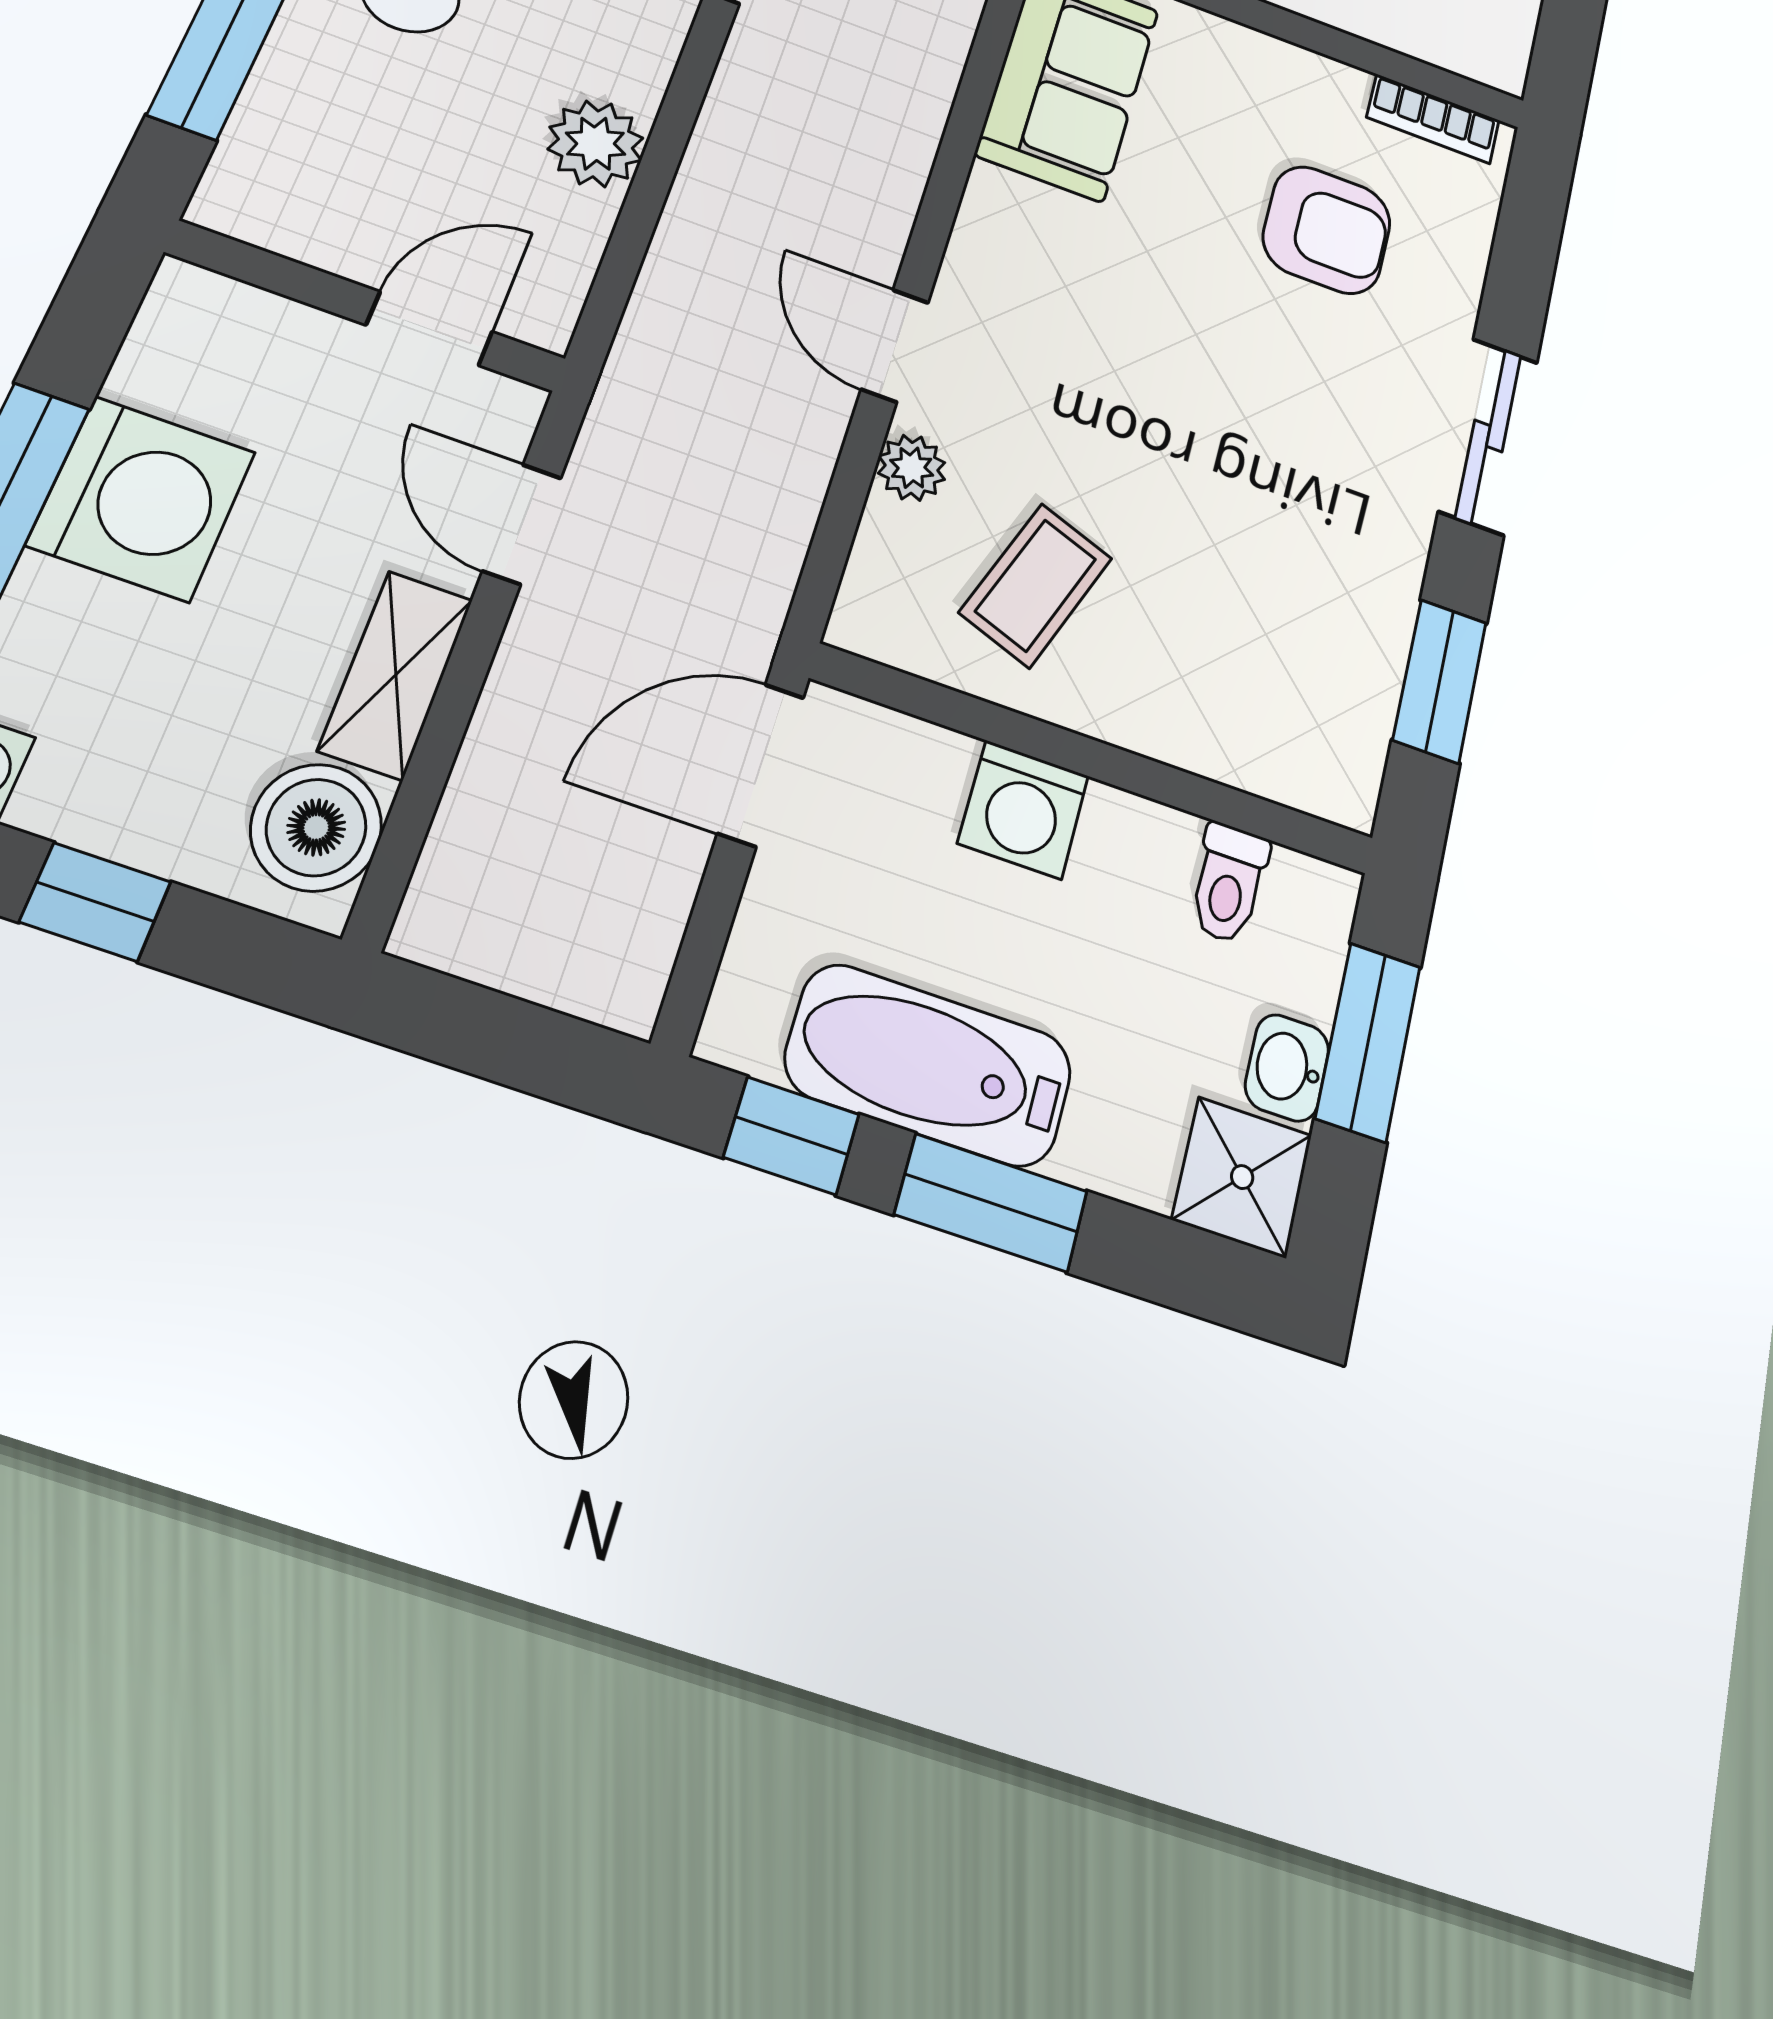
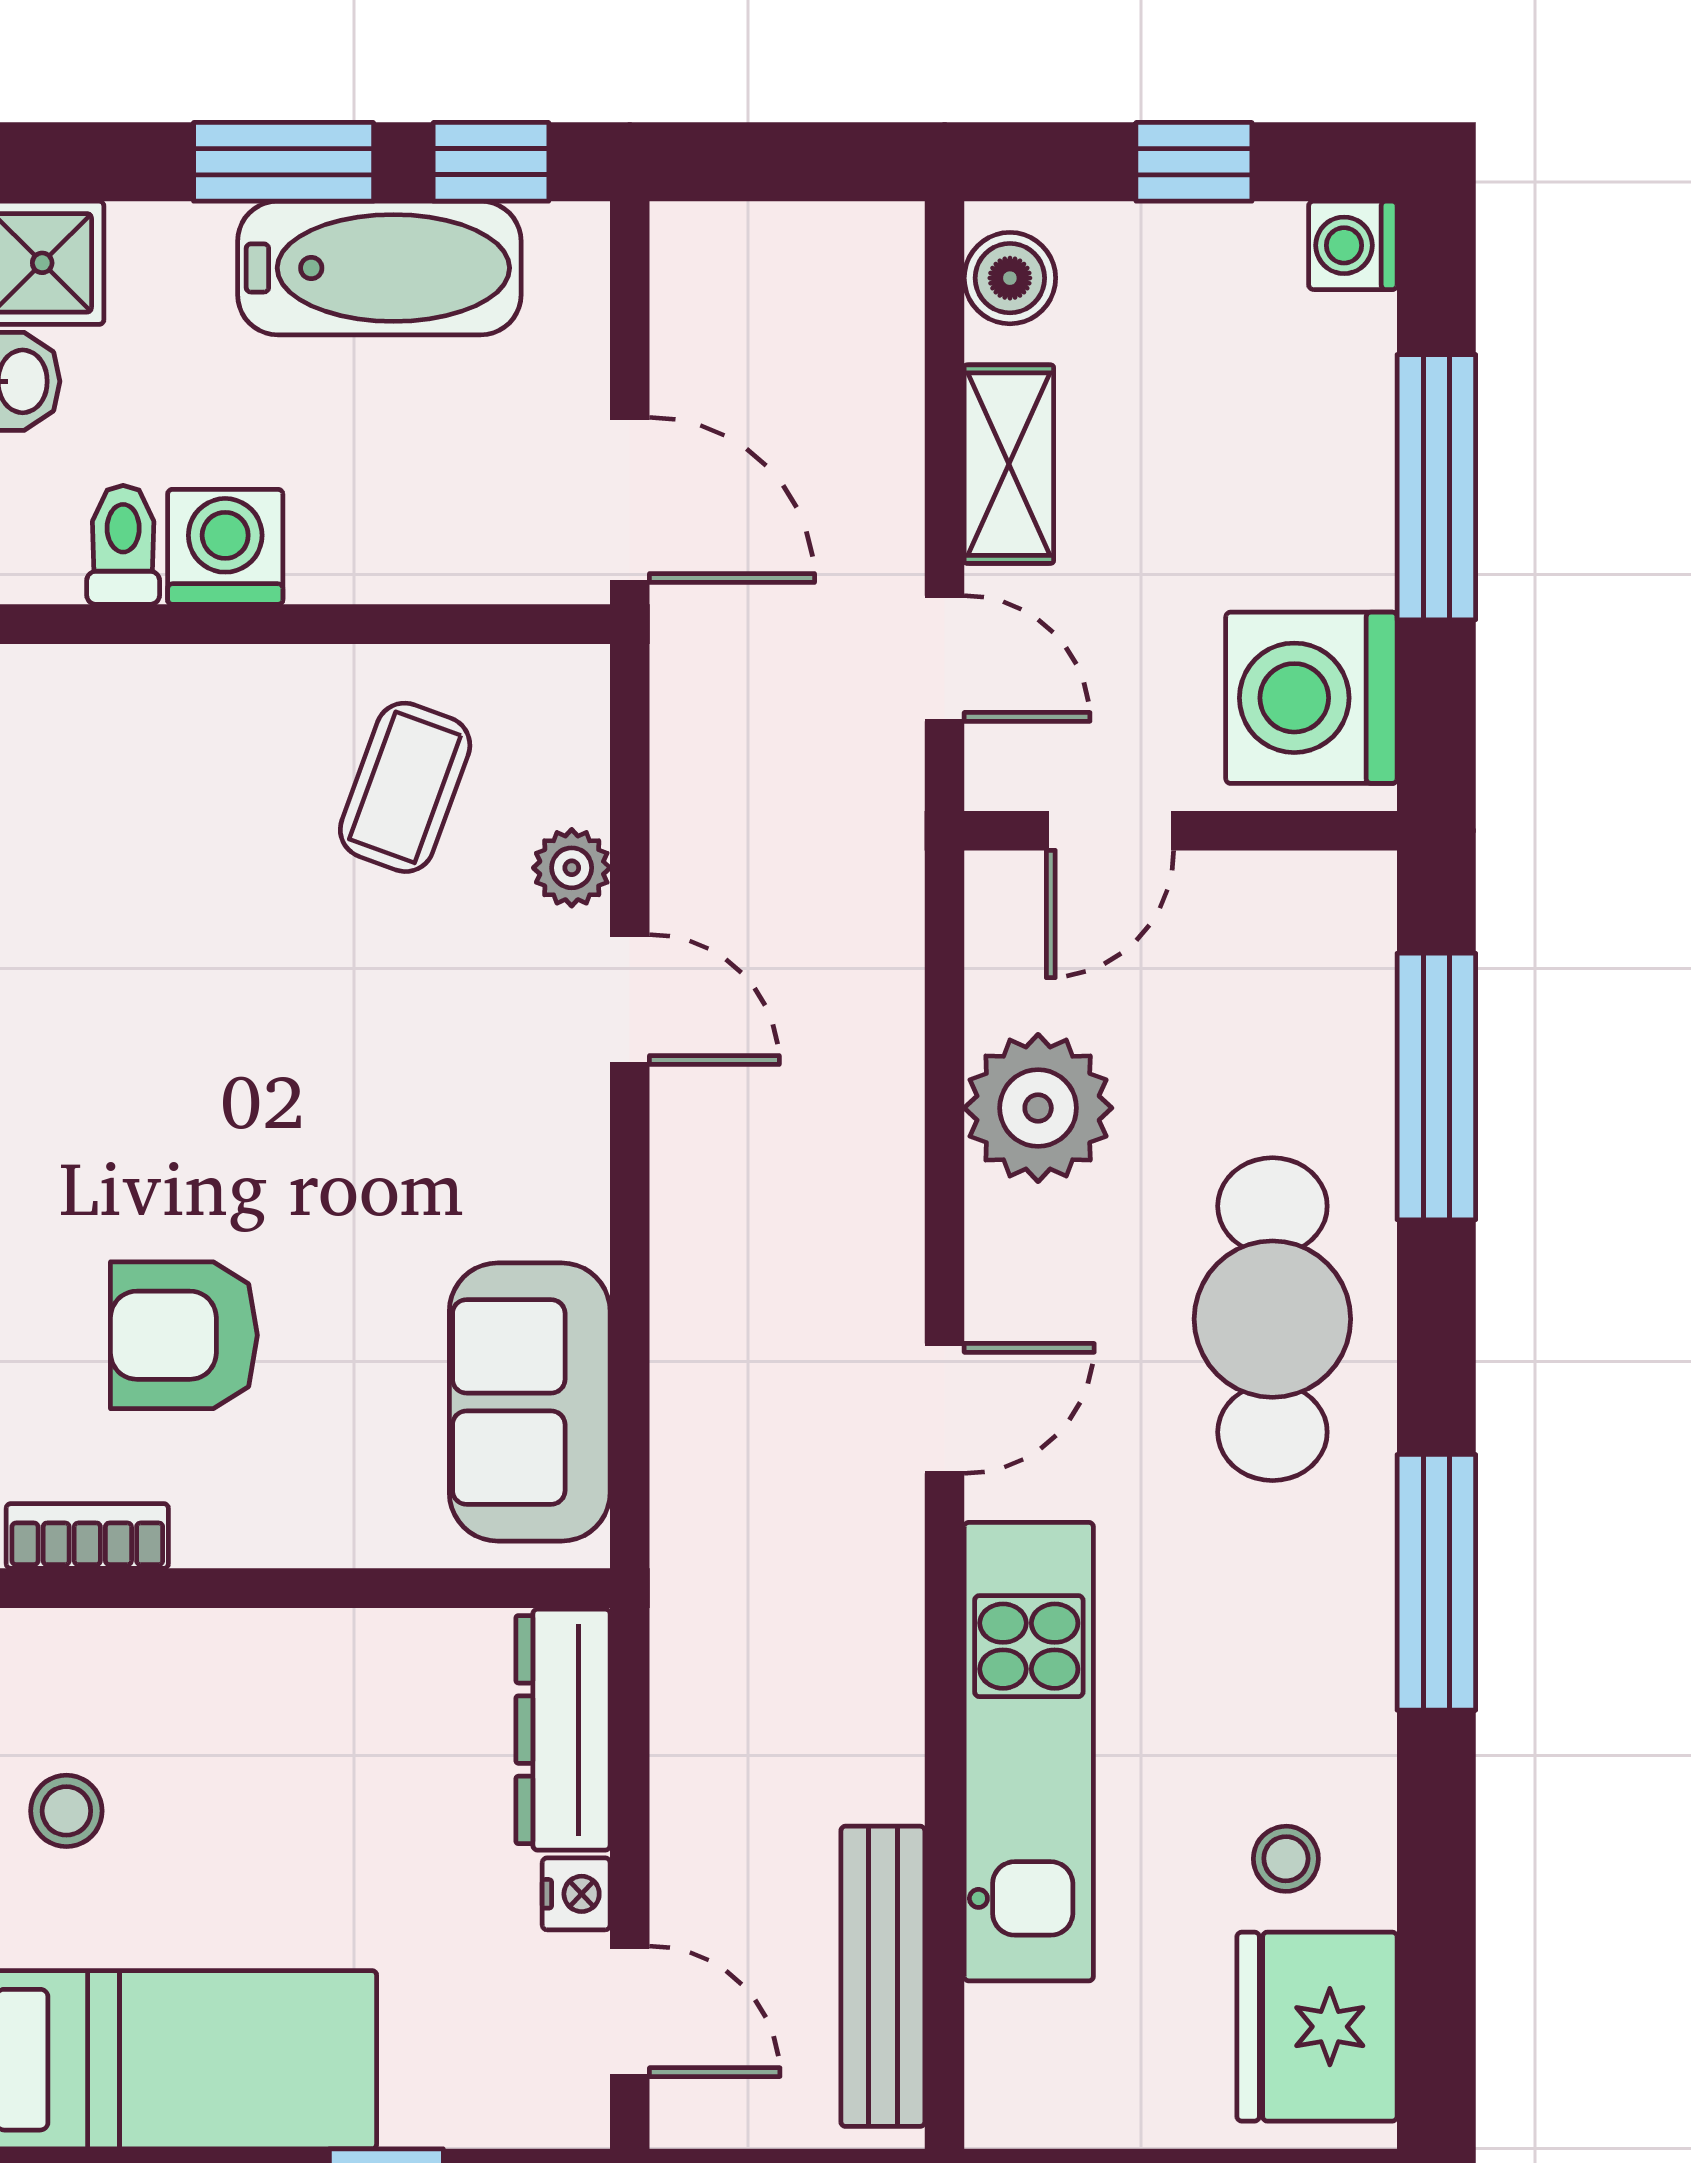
plant: (595, 144) -> (1038, 1108), width x1.36, depth x1.36
washing machine: (142, 498) -> (1311, 698), moved
door: (761, 765) -> (630, 500), hinge flipped
washing machine: (1023, 809) -> (225, 547), moved
boiler: (316, 827) -> (1010, 278), width x0.73, depth x0.73

